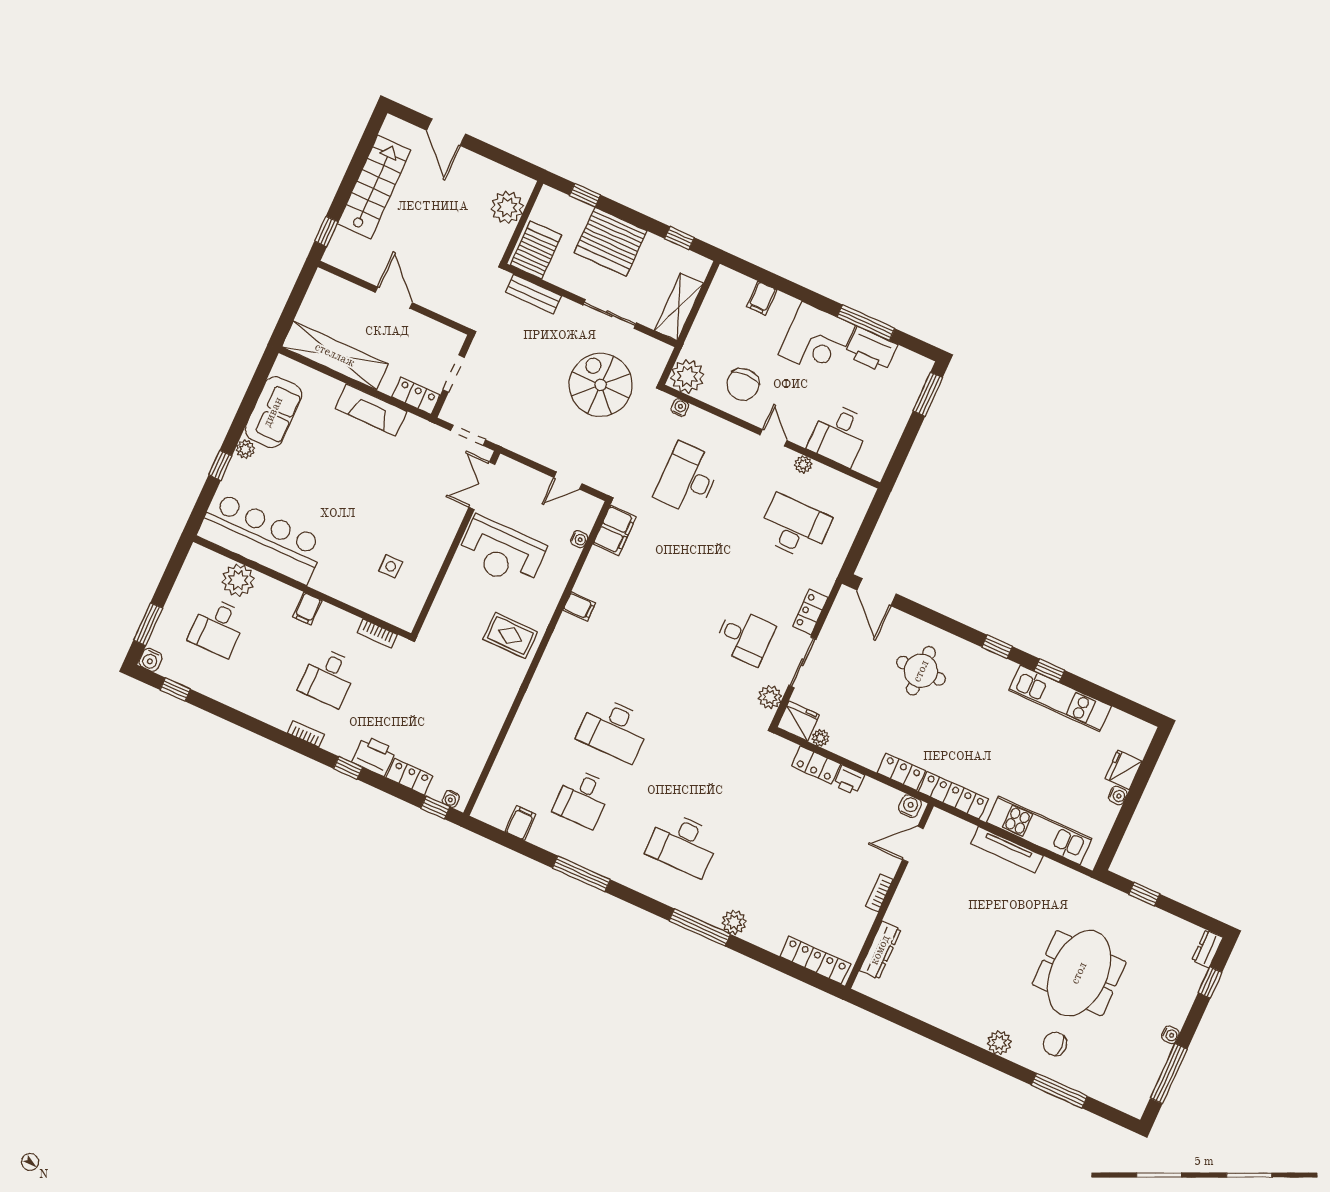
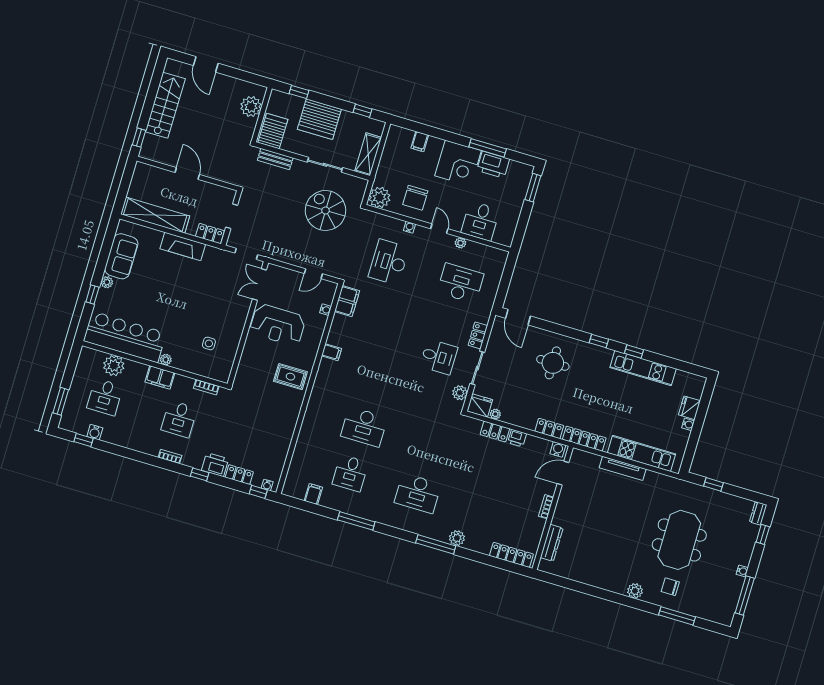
water cooler: (680, 408) -> (409, 227), moved
plant: (320, 582) -> (166, 360), added
filing cabinet: (307, 609) -> (160, 377), width x2.00
water cooler: (151, 660) -> (95, 432), moved

